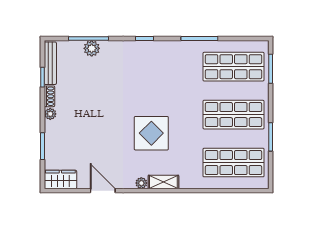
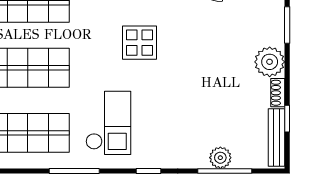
checkout: (174, 74) -> (108, 123), added
plant: (50, 114) -> (270, 62), width x1.88, depth x1.88
display table: (151, 133) -> (139, 43), width x0.73, depth x0.73

